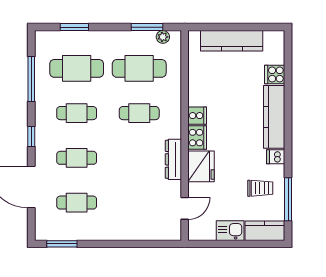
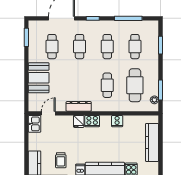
cafe table: (77, 68) -> (135, 47), width x0.73, depth x0.74
cooker: (197, 116) -> (117, 121), moved
fridge: (201, 166) -> (79, 121), width x0.53, depth x0.75
door: (185, 208) -> (48, 113), swing flipped
booth: (127, 224) -> (39, 78), added
kitchen sink: (230, 231) -> (35, 124), moved

